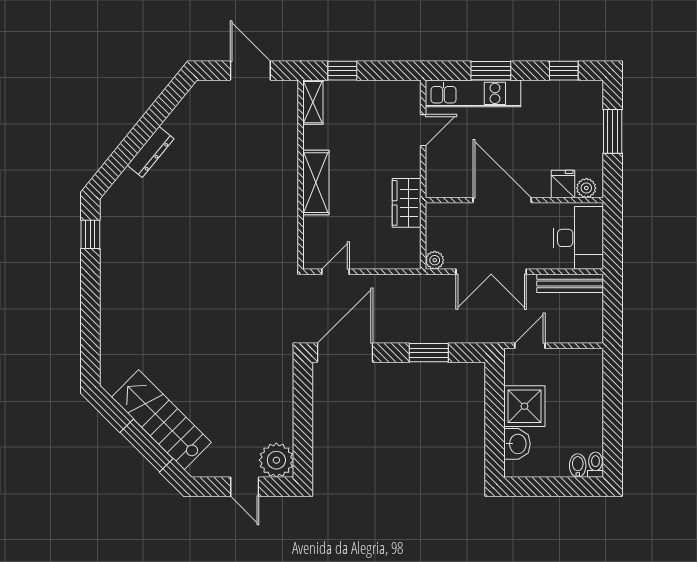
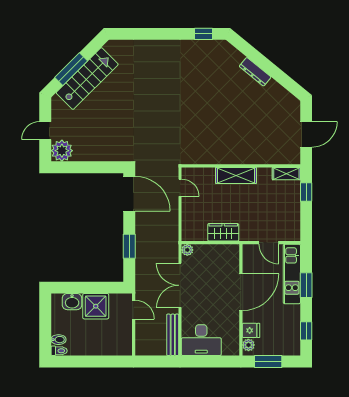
fridge: (563, 184) -> (251, 330), moved
plant: (586, 188) -> (248, 345), moved
door: (502, 200) -> (241, 292), moved
wall: (514, 200) -> (241, 300), moved

